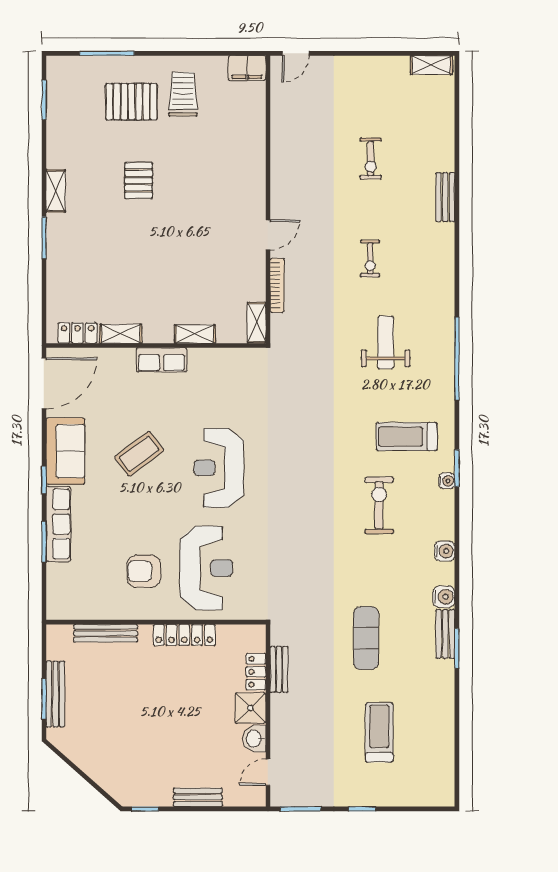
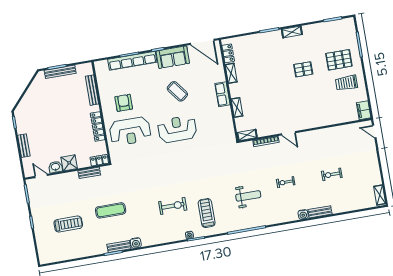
trolley: (183, 94) -> (346, 83), turned 180
pallet: (132, 102) -> (339, 60), turned 90
row of seats: (58, 524) -> (132, 61), width x1.36
water cooler: (445, 551) -> (303, 214), moved
locker: (256, 672) -> (99, 160), moved

